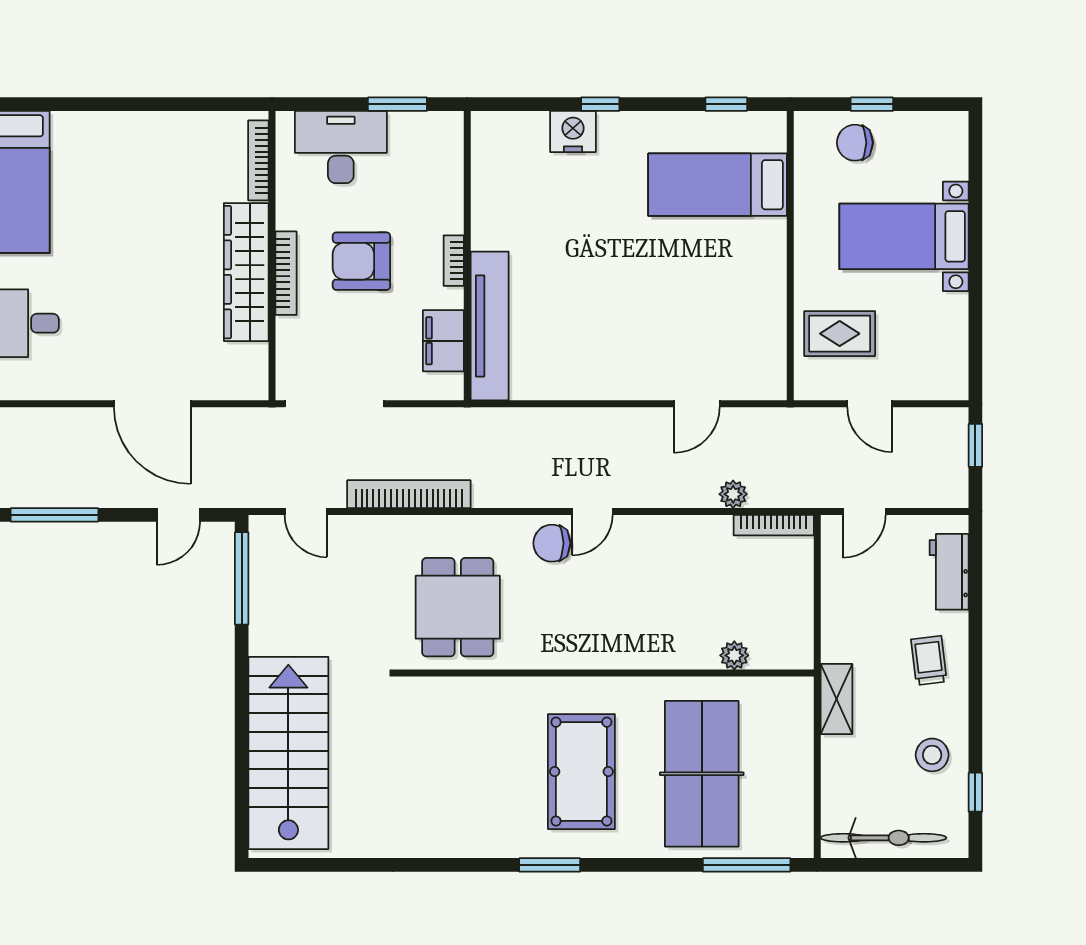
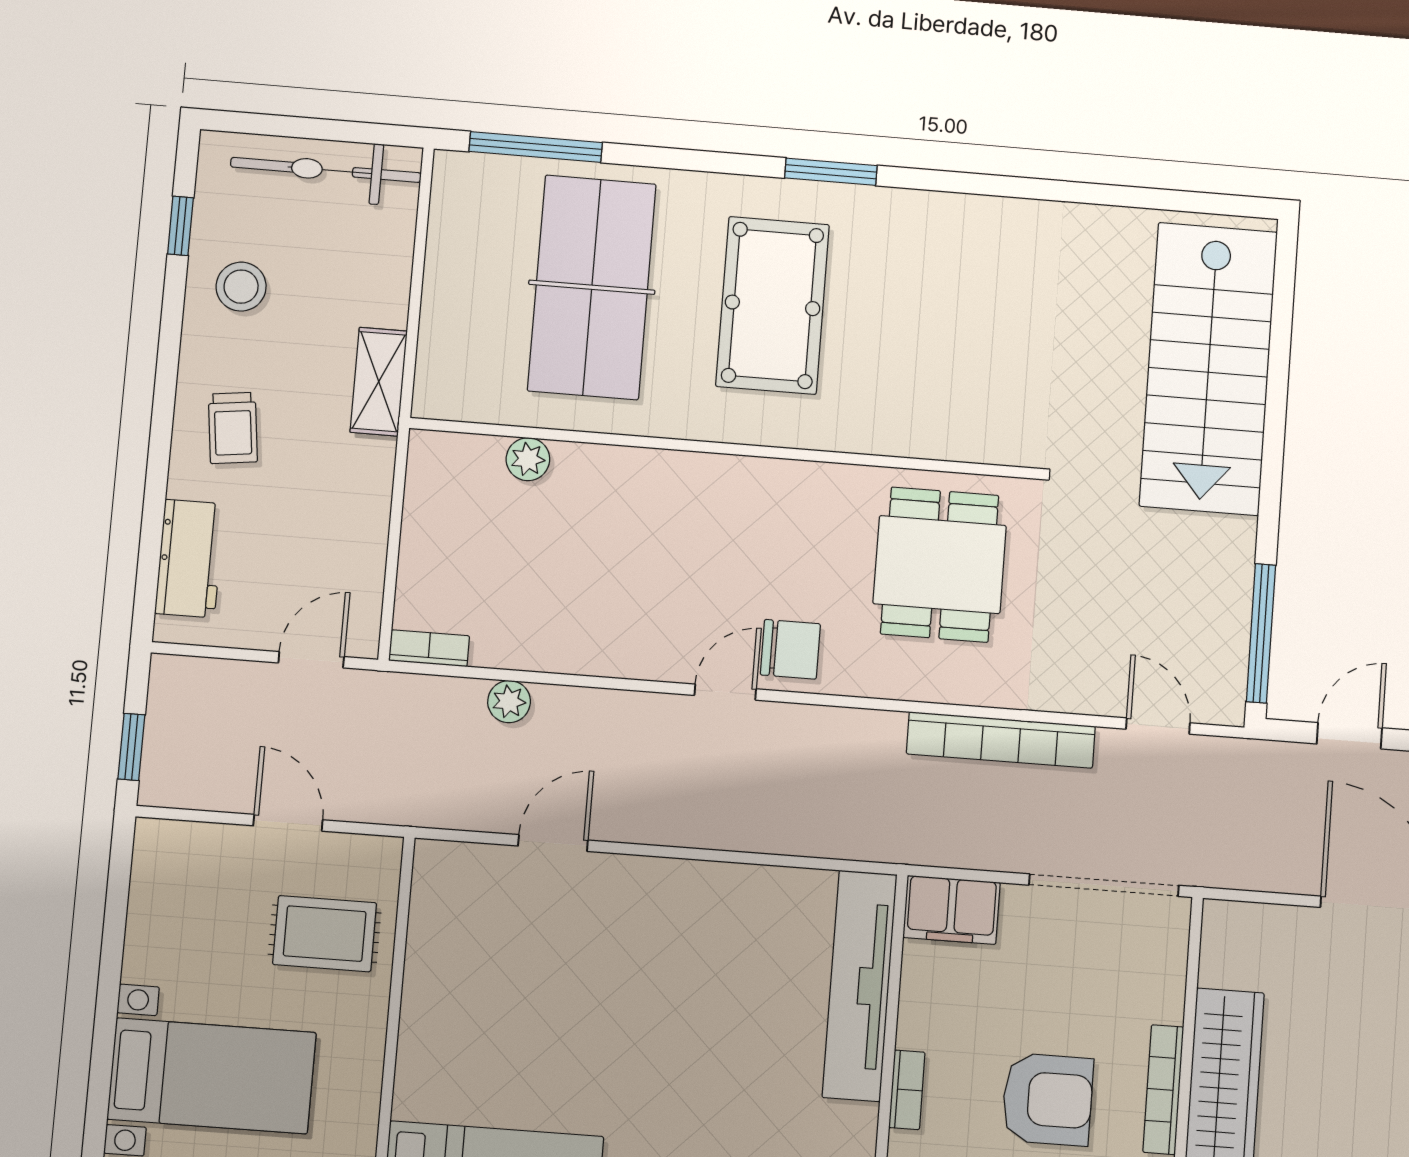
filing cabinet: (443, 341) -> (952, 910), moved, turned 90
bookcase: (774, 525) -> (429, 648), width x0.64

